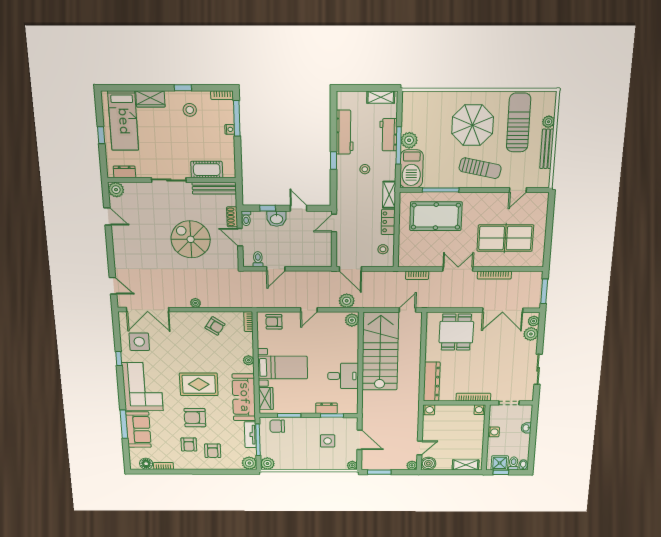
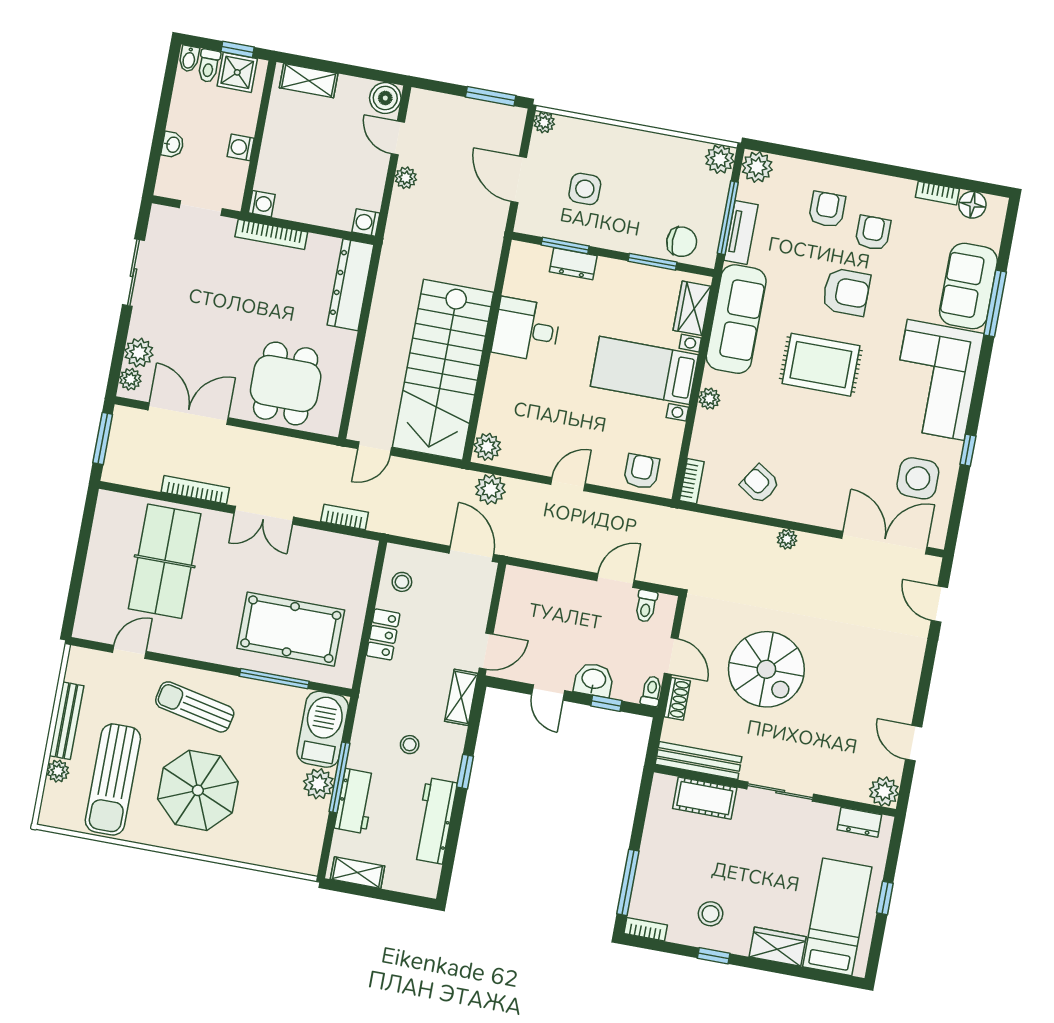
nightstand: (230, 129) -> (645, 865), removed
shelving: (389, 195) -> (461, 697), moved
table tennis table: (505, 238) -> (165, 561), turned 90
armchair: (274, 322) -> (641, 472), turned -90
door: (420, 448) -> (398, 138), hinge flipped
plant: (412, 465) -> (406, 178), moved

